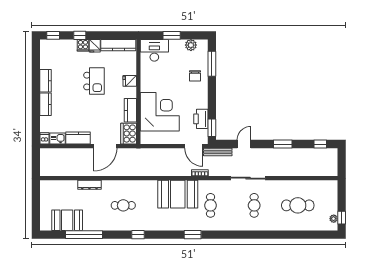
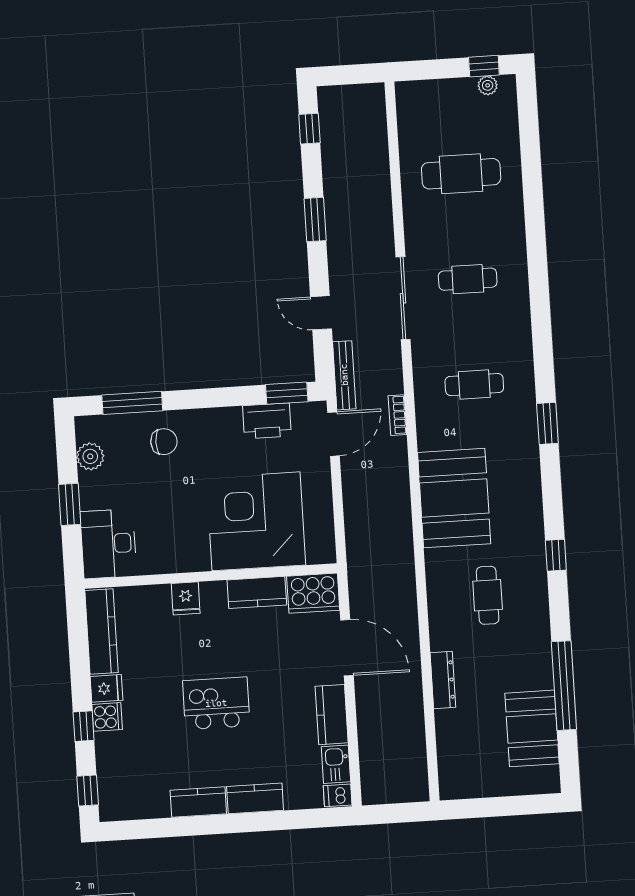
kitchen island: (94, 81) -> (216, 703), moved
booth: (178, 194) -> (454, 498), moved
cafe table: (298, 205) -> (461, 174), turned 90

